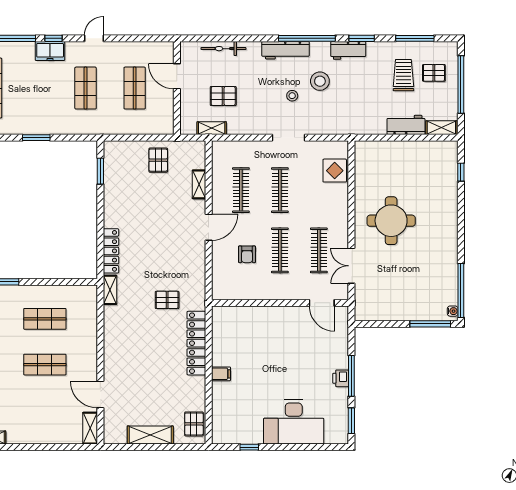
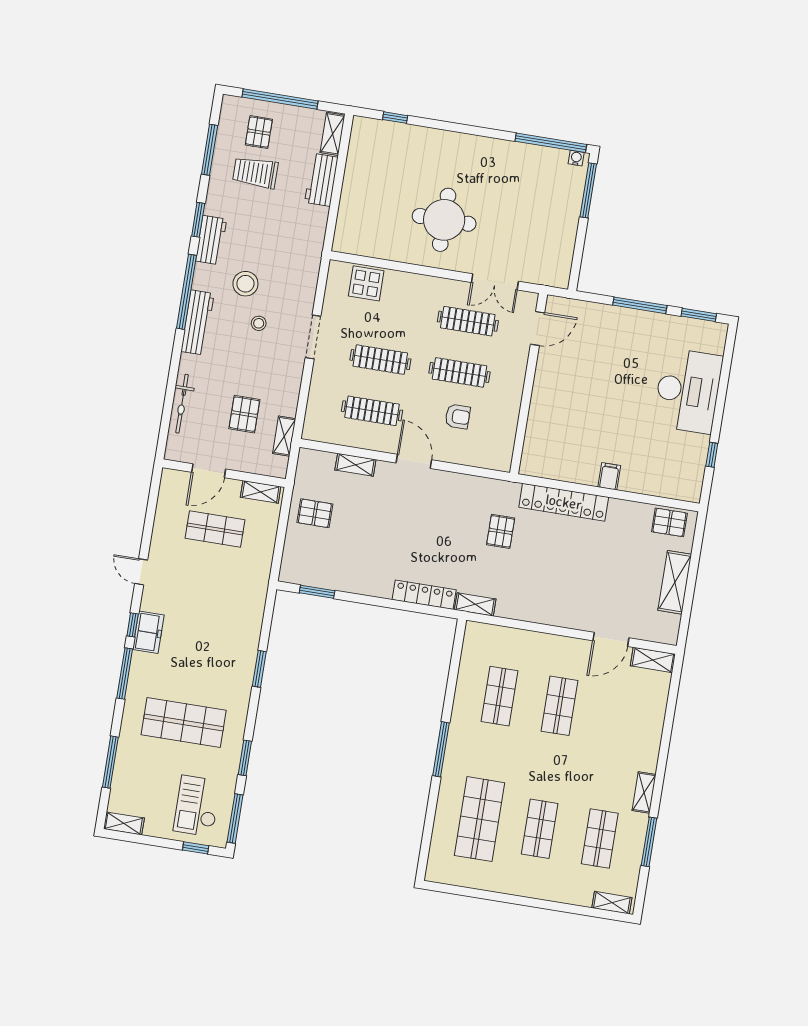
shop shelf: (86, 88) -> (205, 593), removed
shelving: (168, 117) -> (261, 492), added
printer: (341, 378) -> (641, 320), removed

